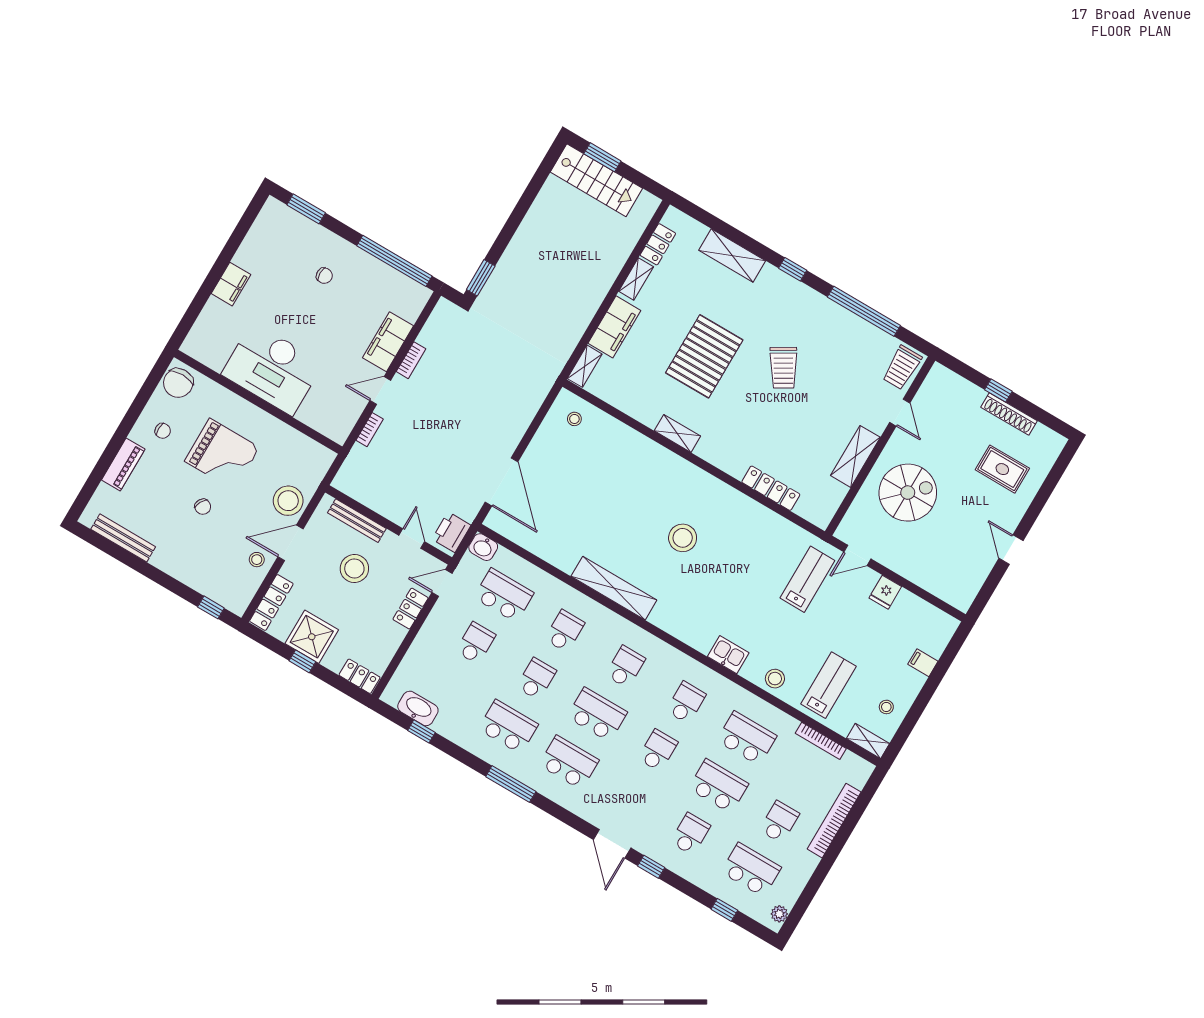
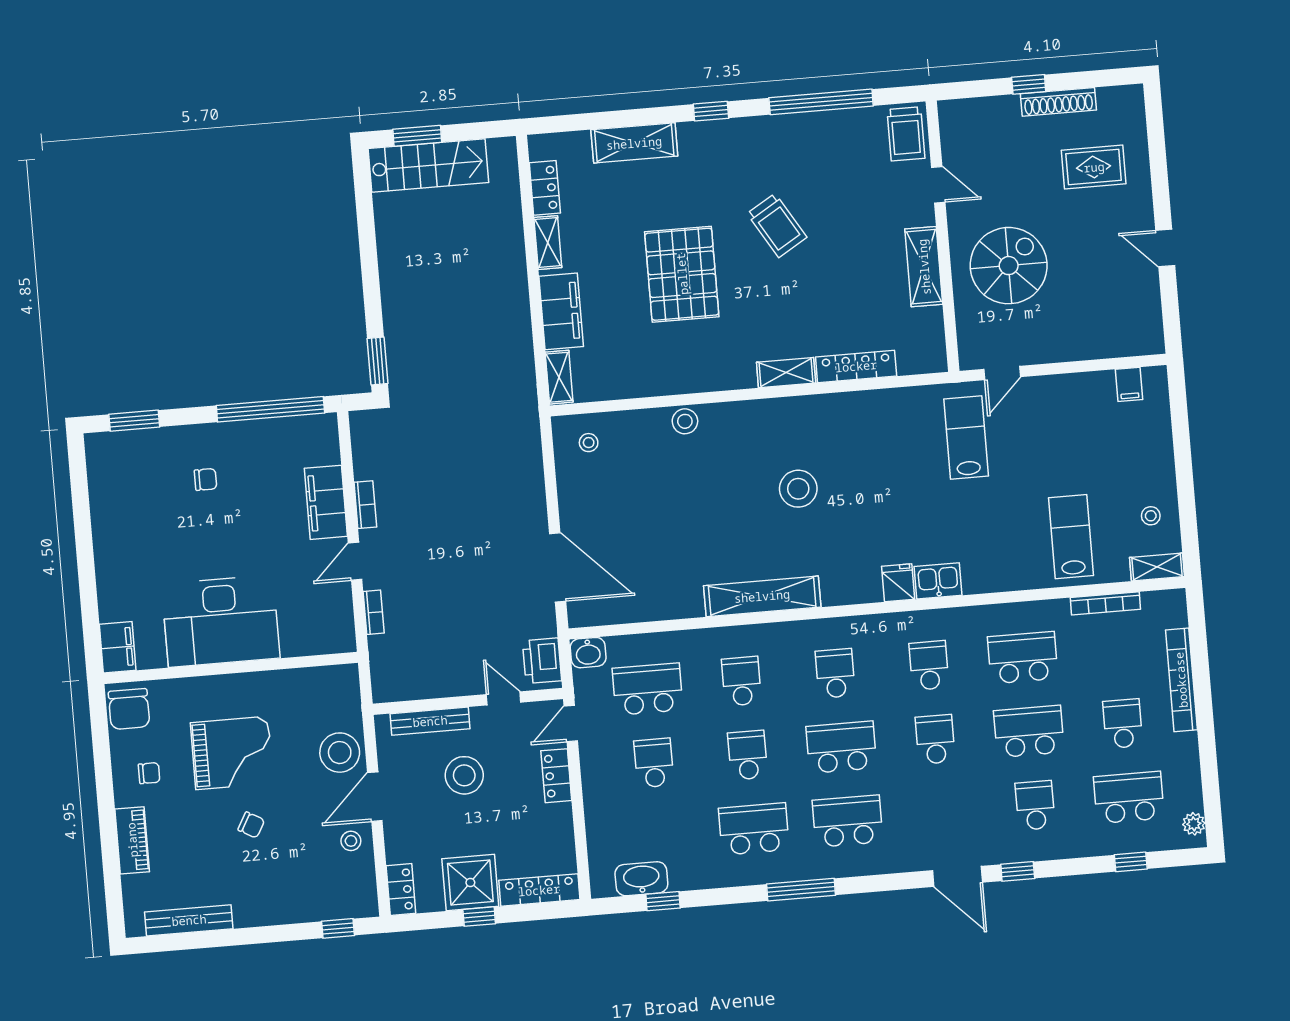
filing cabinet: (231, 284) -> (118, 647), moved
shelving: (677, 433) -> (786, 373), moved
fridge: (885, 592) -> (898, 583), moved, turned 180
locker: (271, 602) -> (401, 890), width x0.66
filing cabinet: (923, 663) -> (1129, 384), moved, turned -90
locker: (360, 676) -> (539, 890), width x1.53
stool: (775, 679) -> (685, 421), moved

